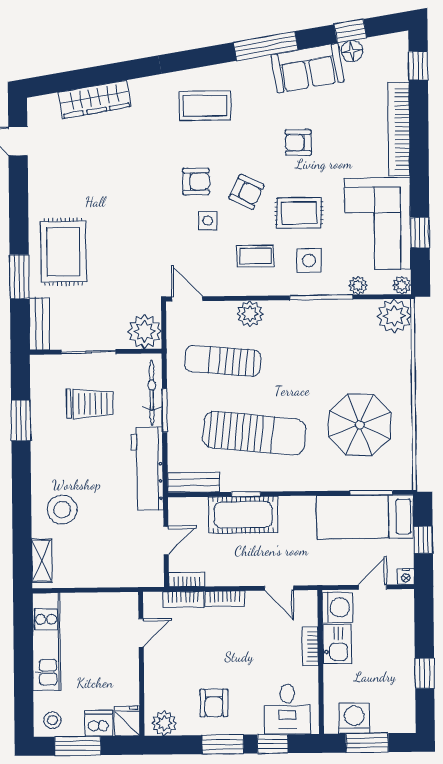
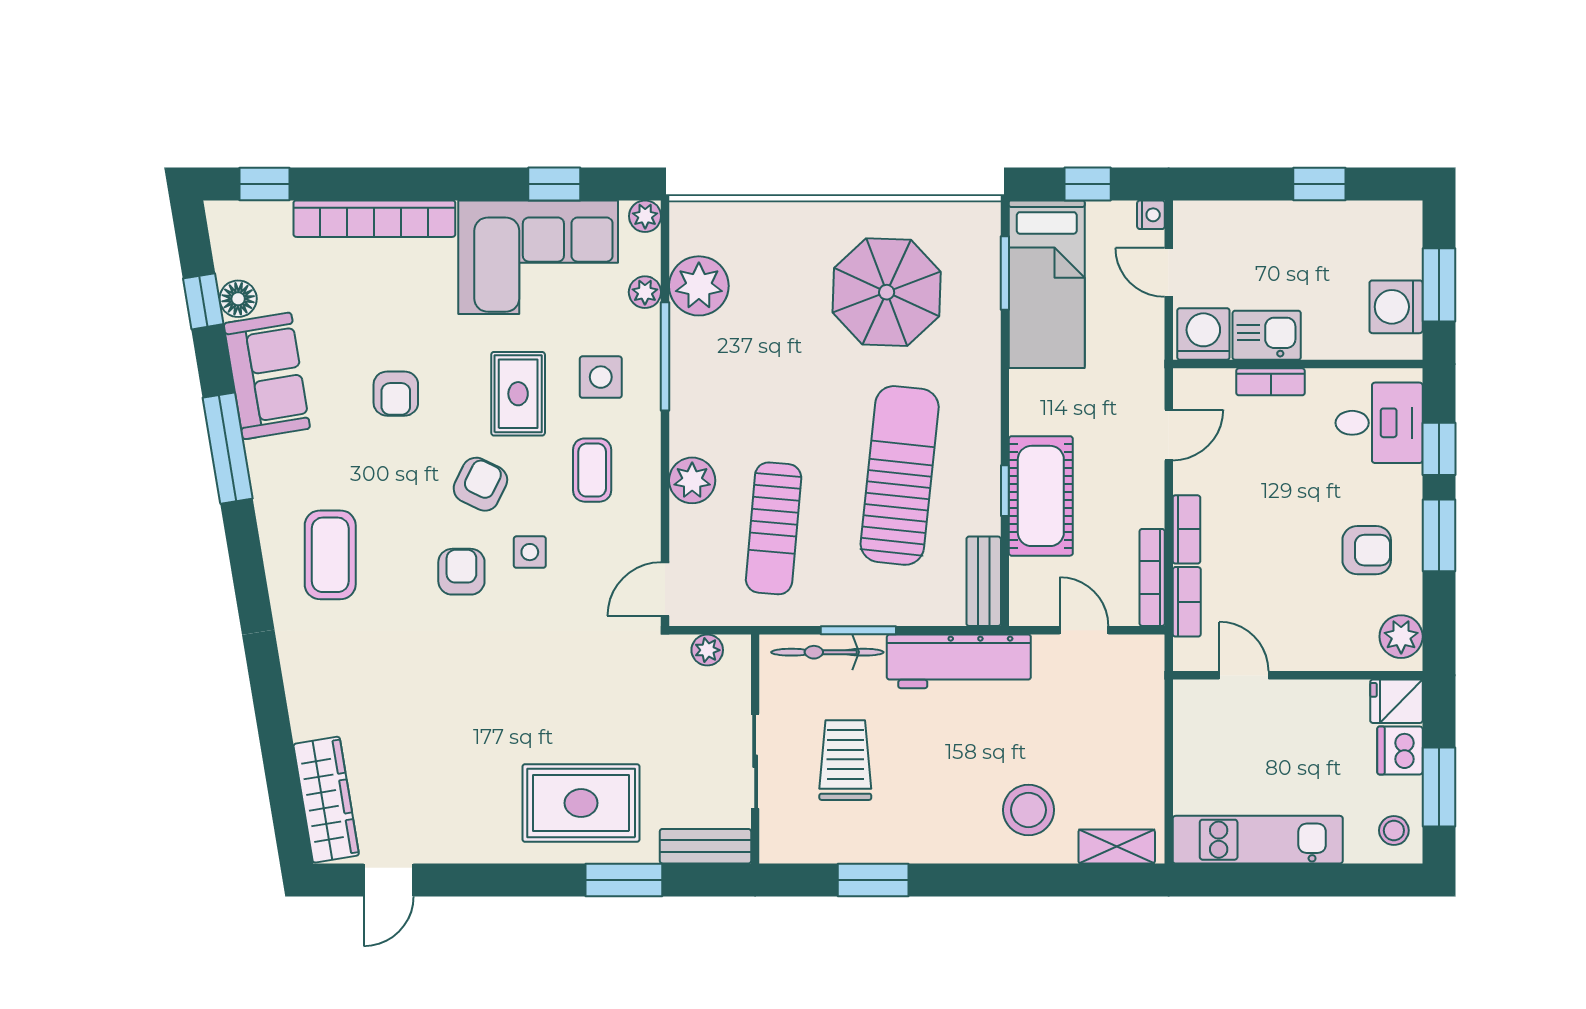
wardrobe: (95, 99) -> (326, 800), moved
plant: (394, 316) -> (699, 286), moved
plant: (145, 331) -> (707, 650), width x0.53, depth x0.53
bookcase: (187, 579) -> (1152, 577), width x1.56

